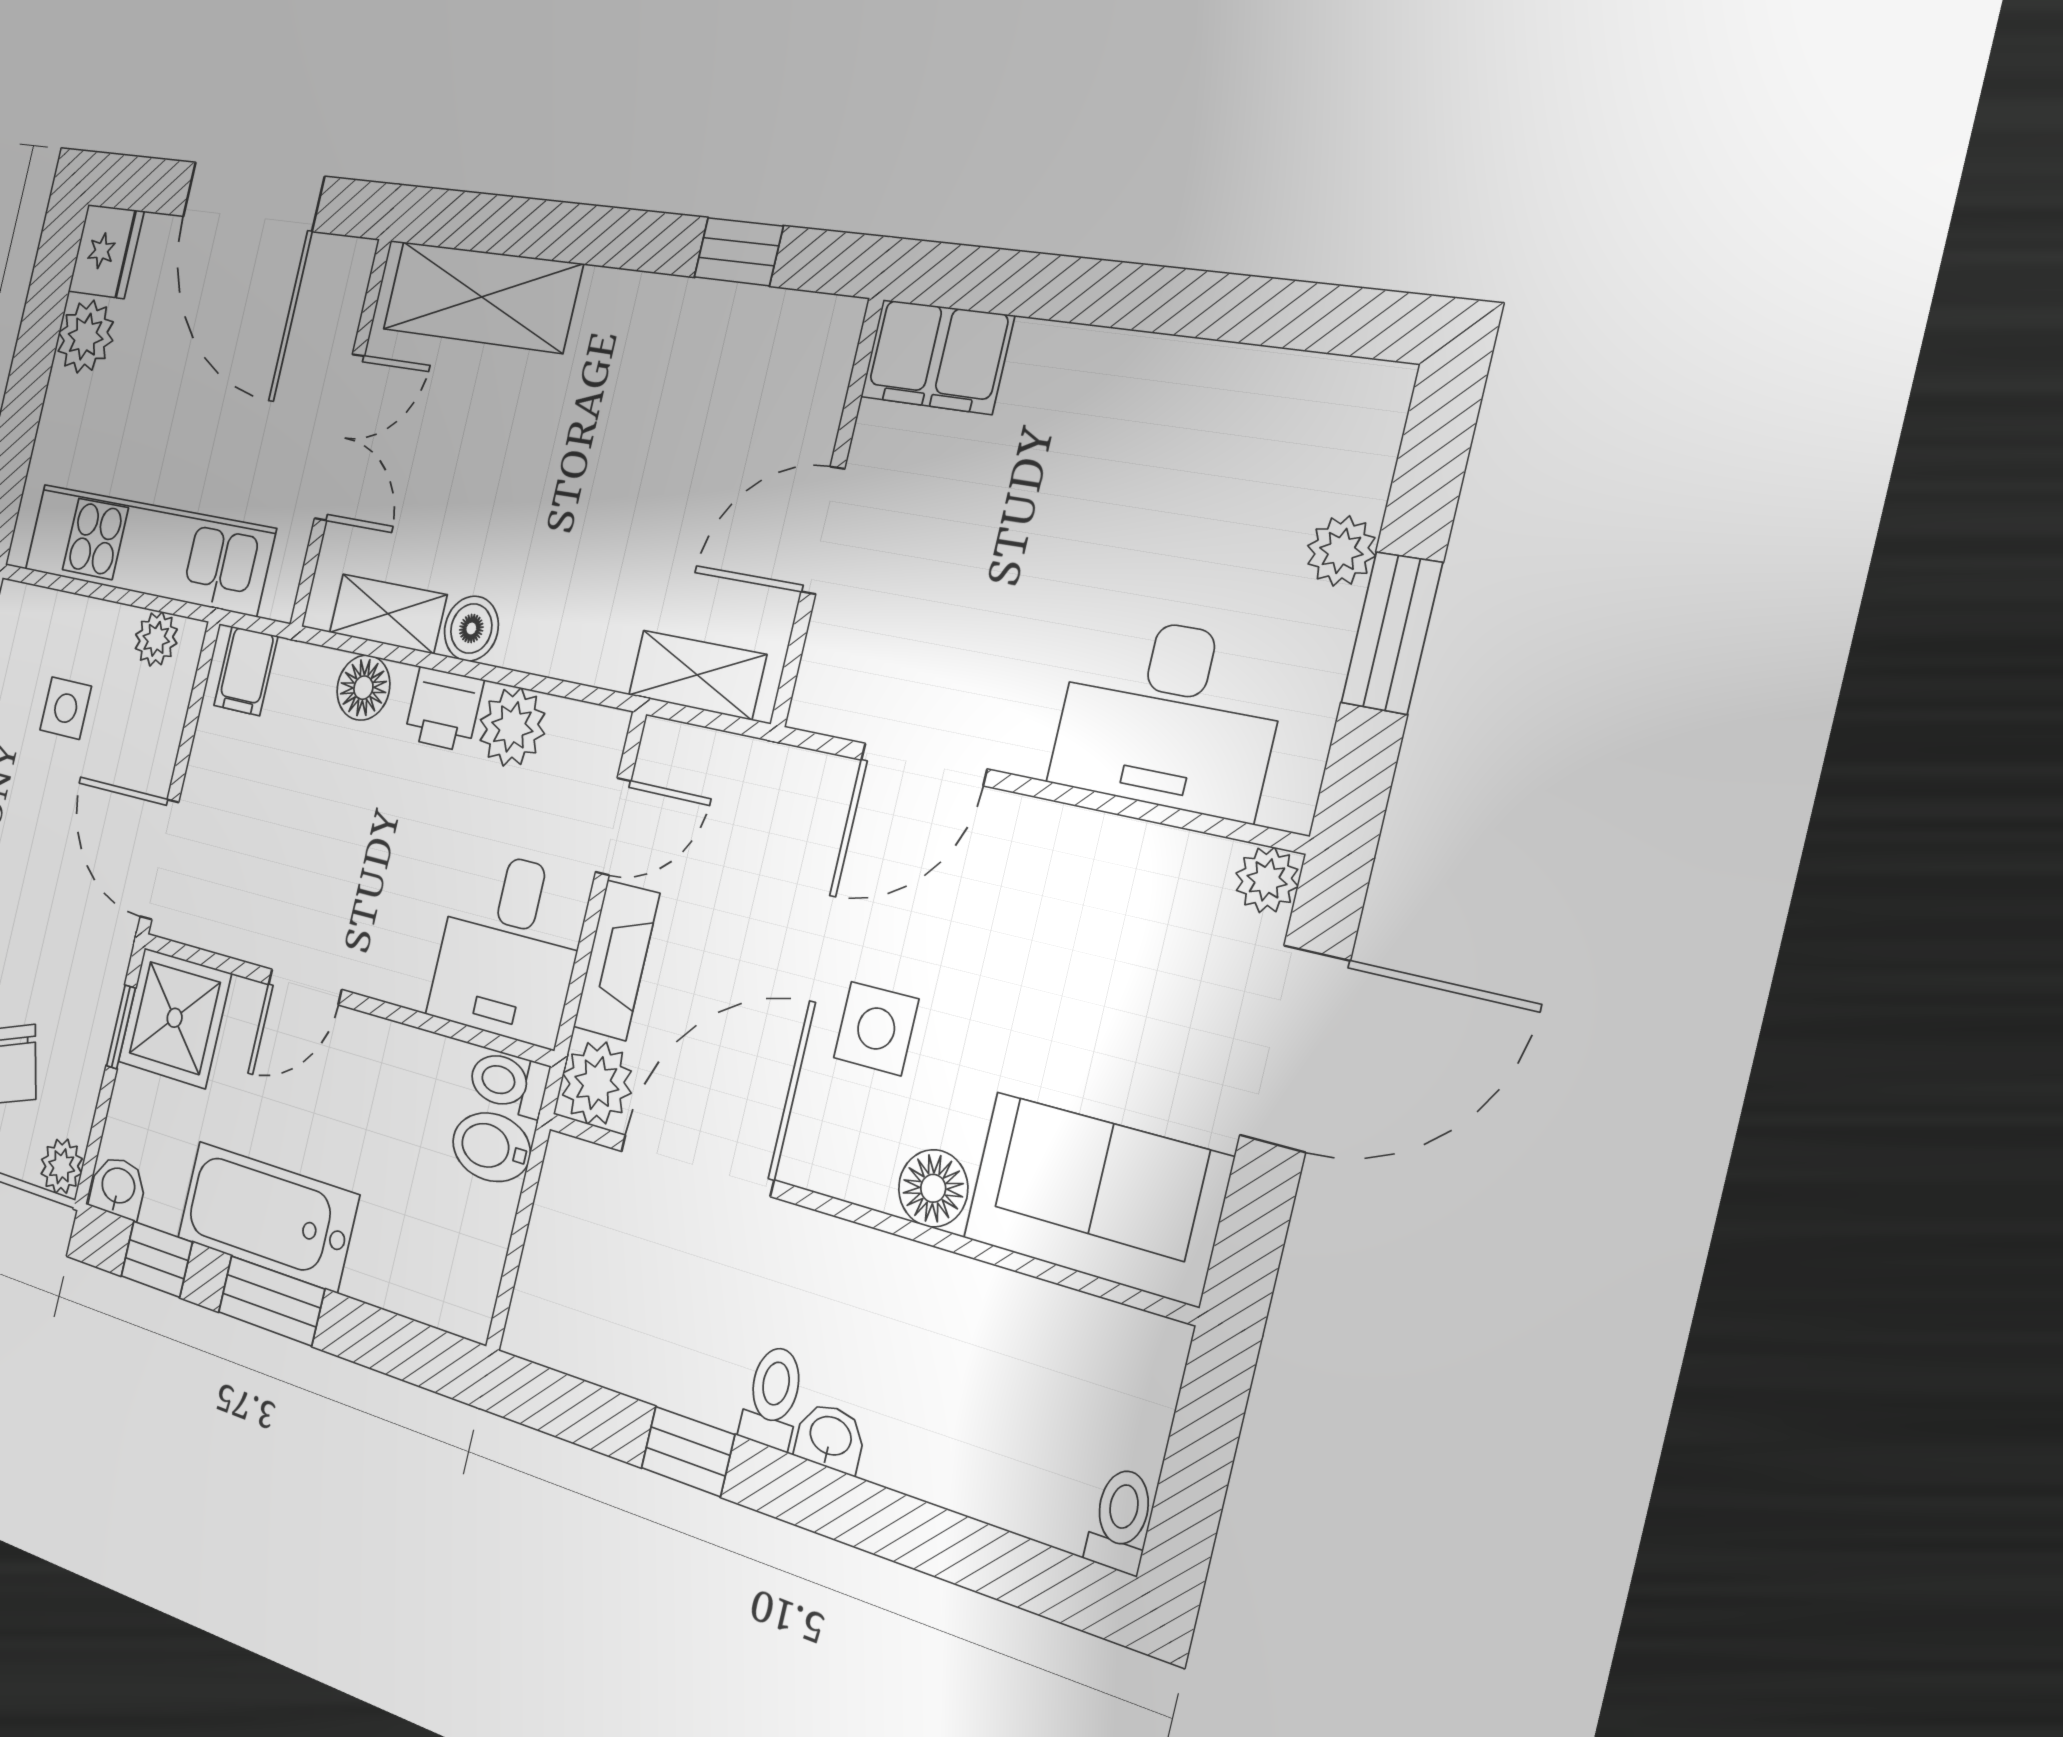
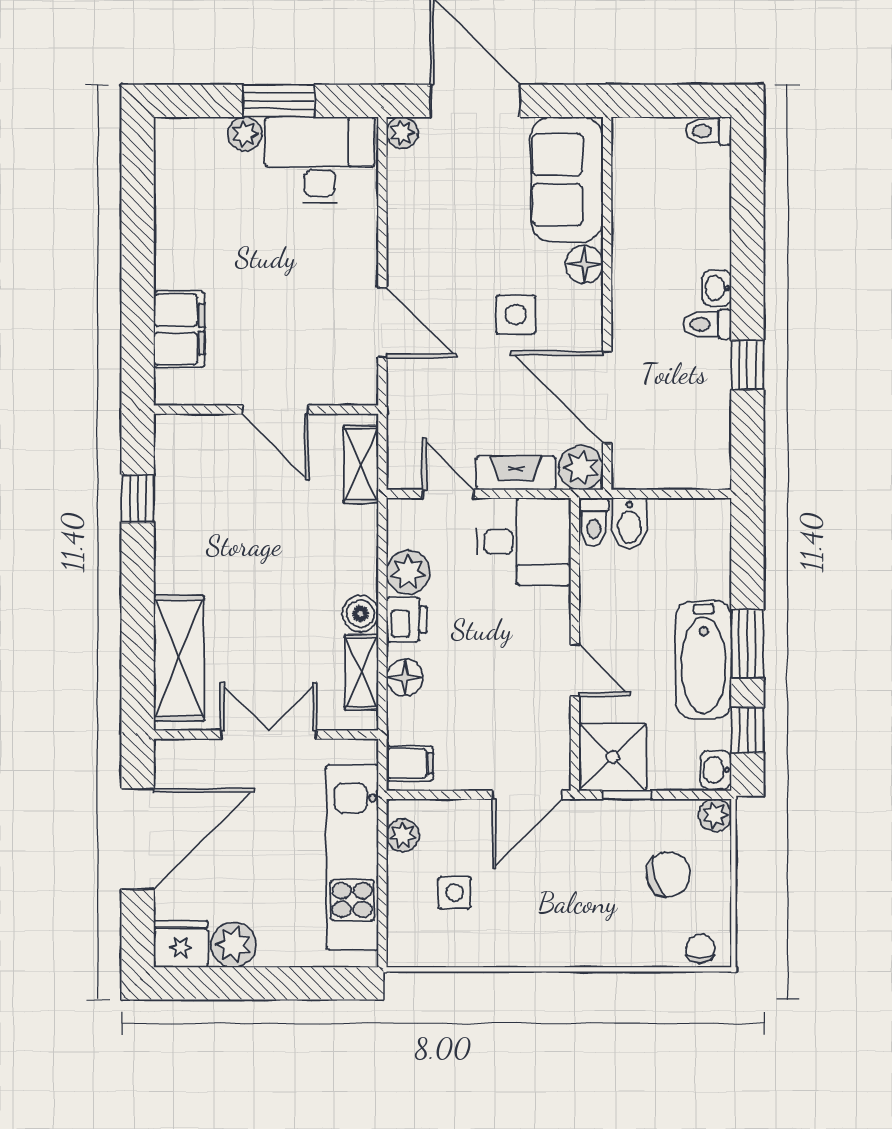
filing cabinet: (937, 356) -> (179, 329), moved
desk: (1168, 715) -> (320, 160), moved, turned -90

